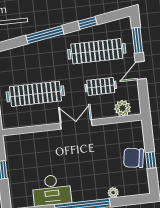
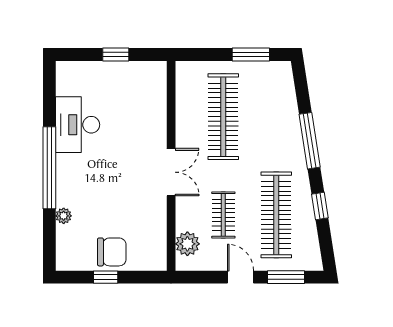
chair: (134, 158) -> (112, 252), turned 81

